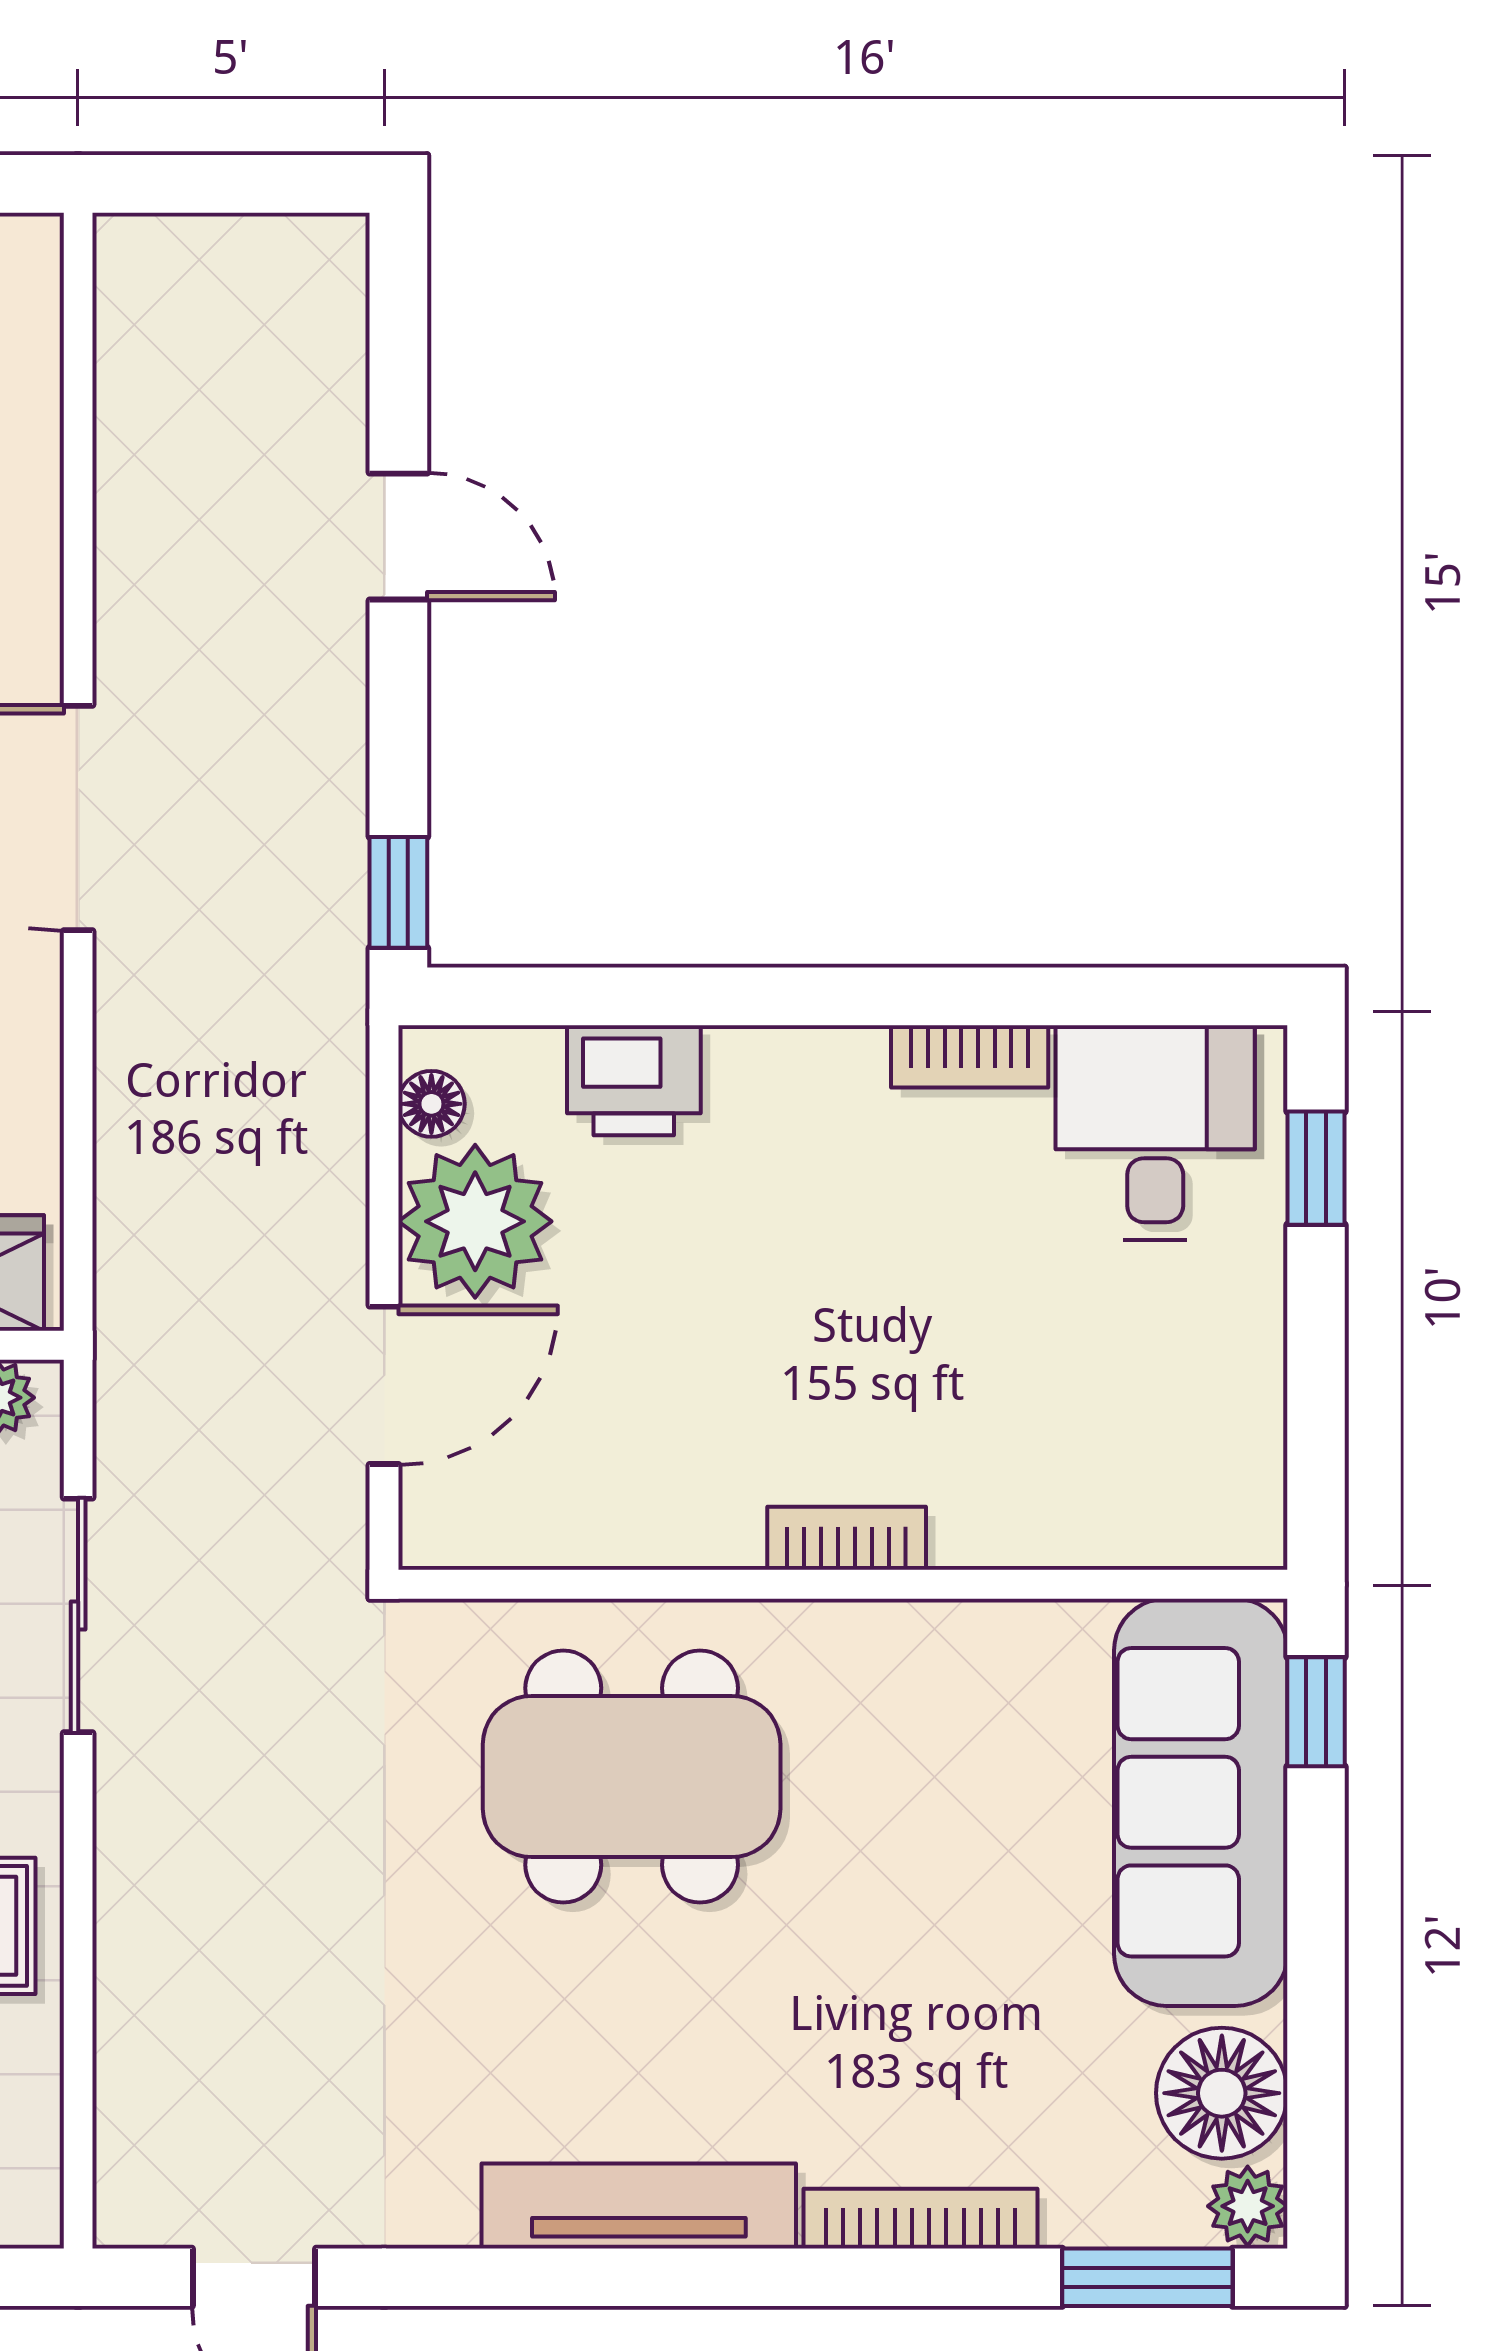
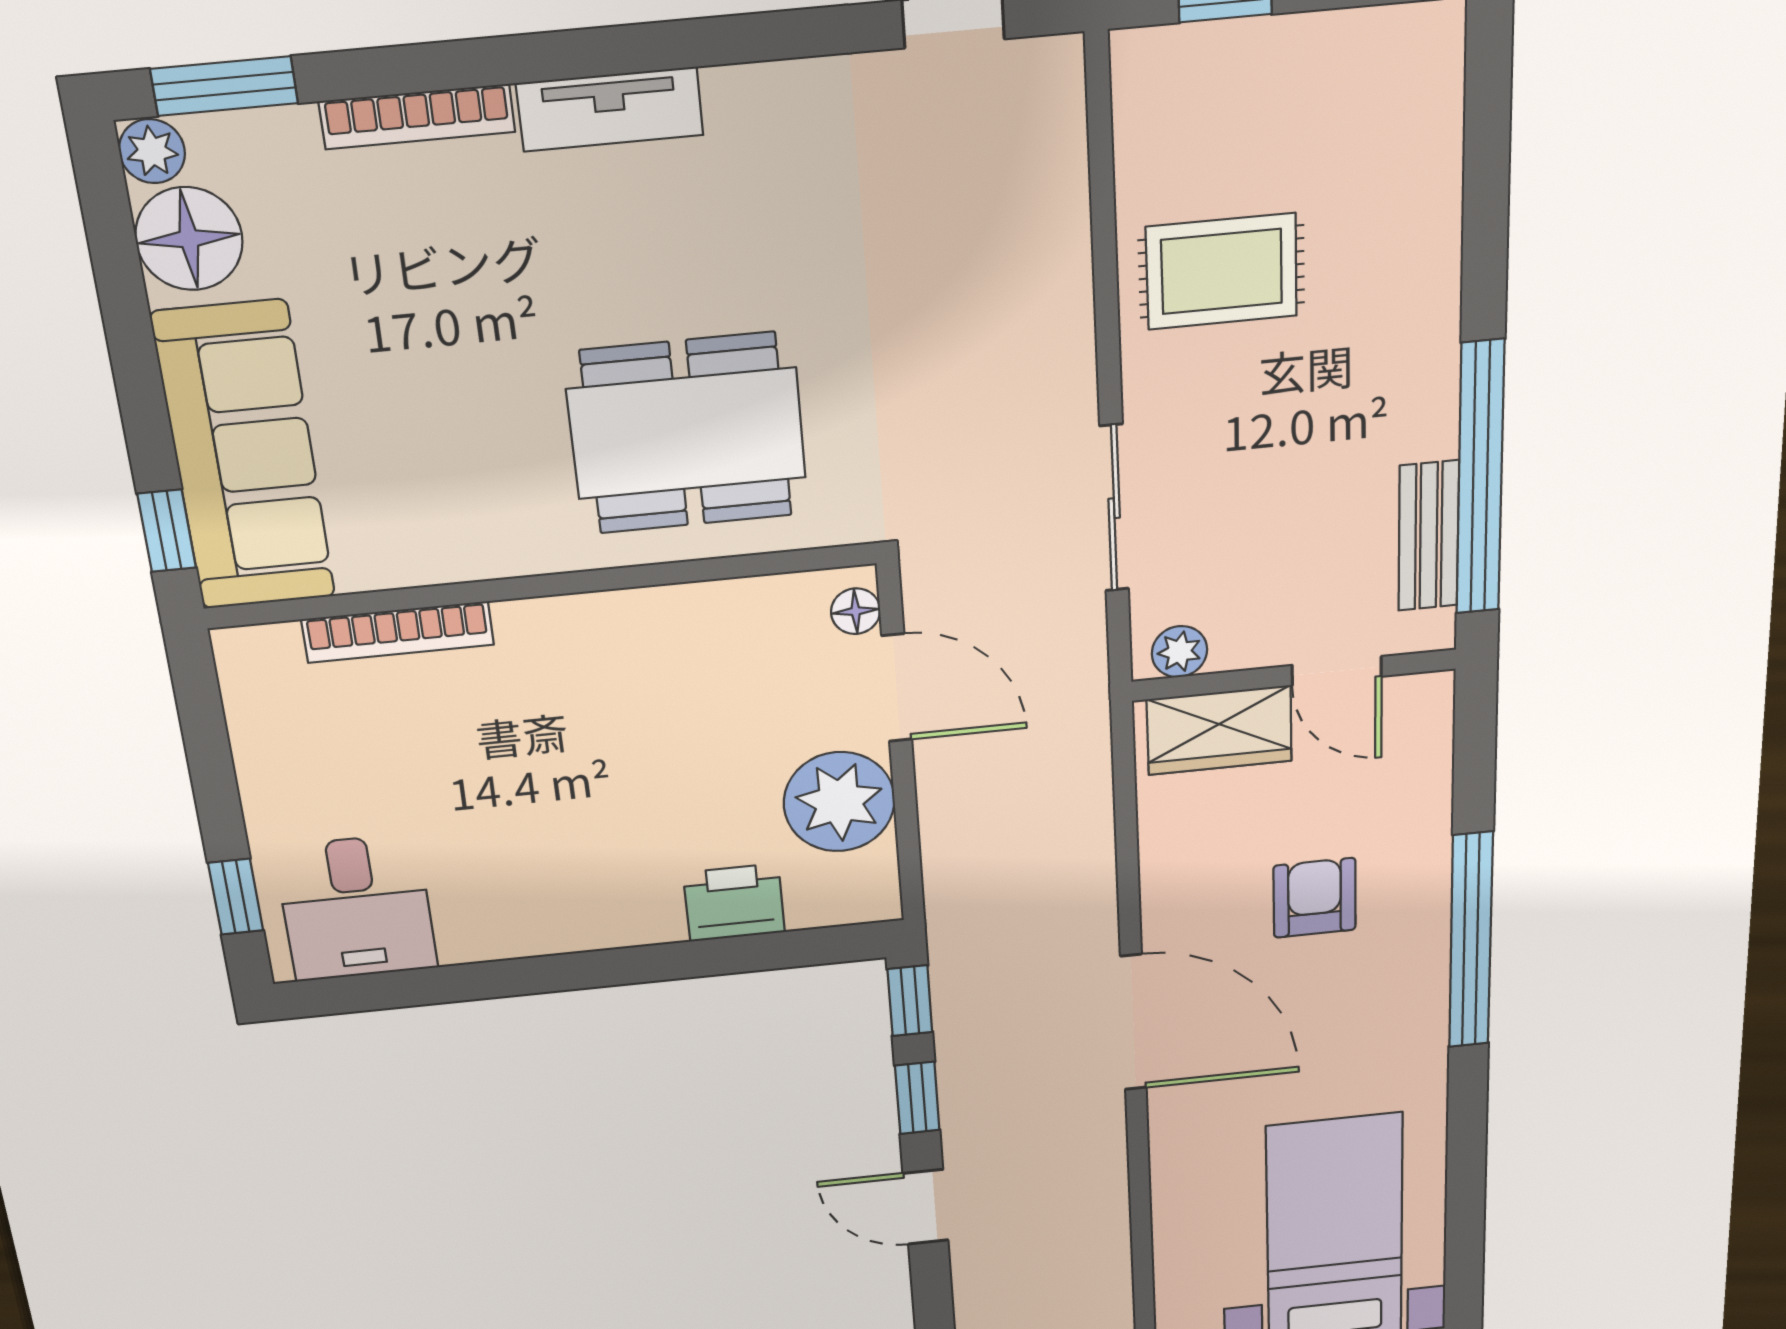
window: (398, 728) -> (917, 1098), added
bookcase: (970, 1056) -> (497, 942), removed
floor lamp: (431, 1104) -> (856, 611), moved
door: (384, 1385) -> (897, 688), swing flipped
bookcase: (847, 1538) -> (398, 632), moved, width x1.56
tv unit: (639, 2206) -> (610, 109), width x0.71

